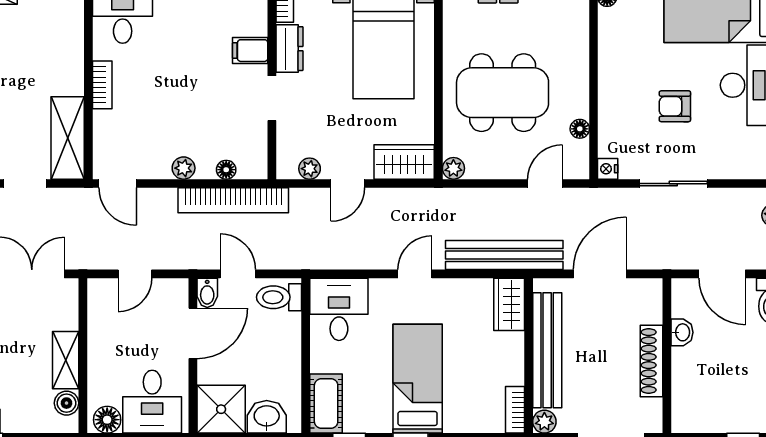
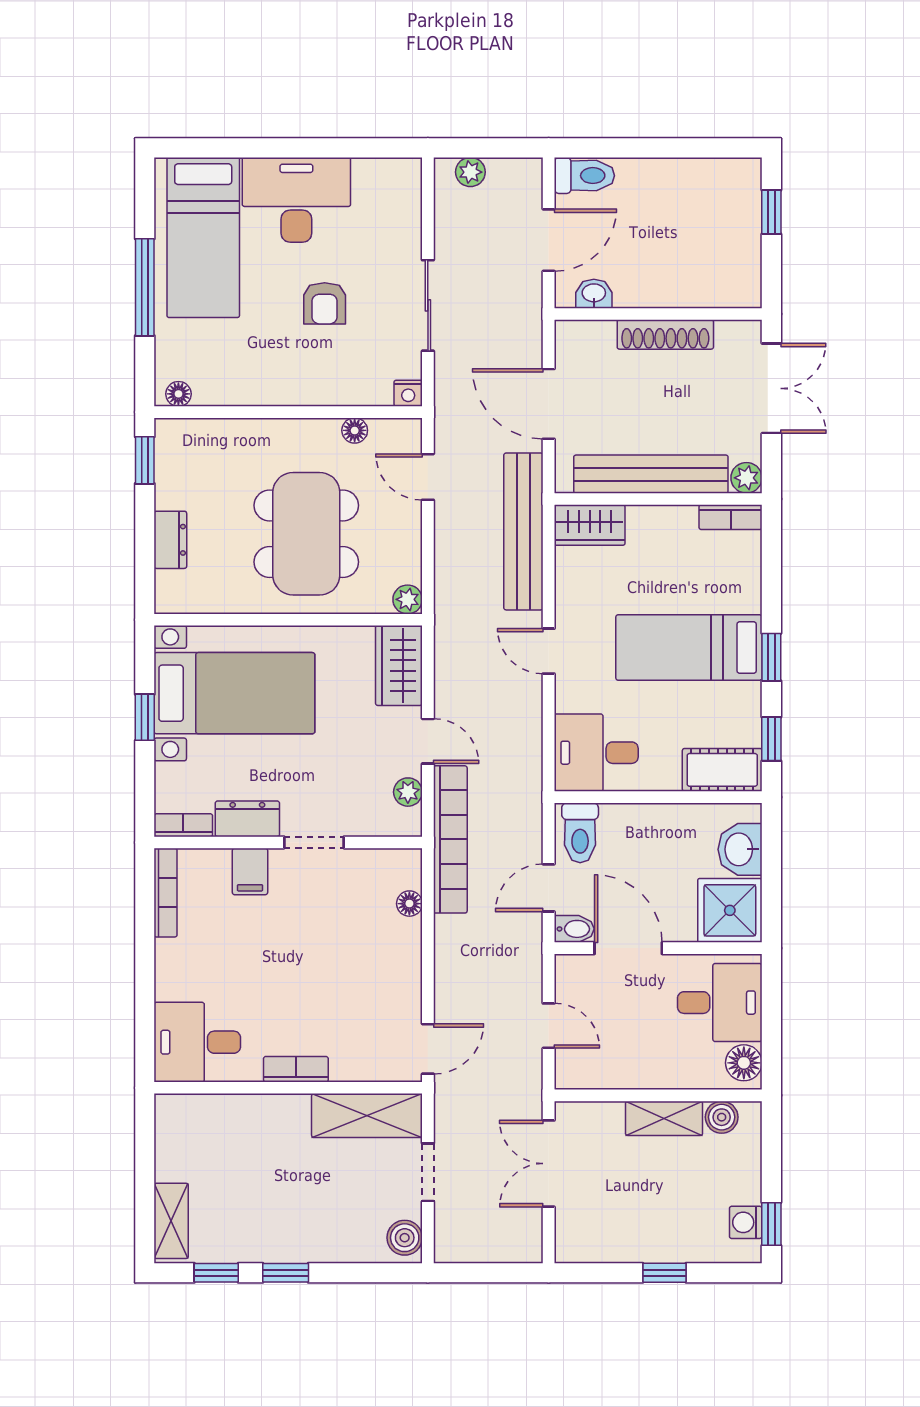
plant: (184, 168) -> (407, 961), removed
bookcase: (233, 200) -> (450, 839), moved
washbasin: (682, 332) -> (594, 294), moved

